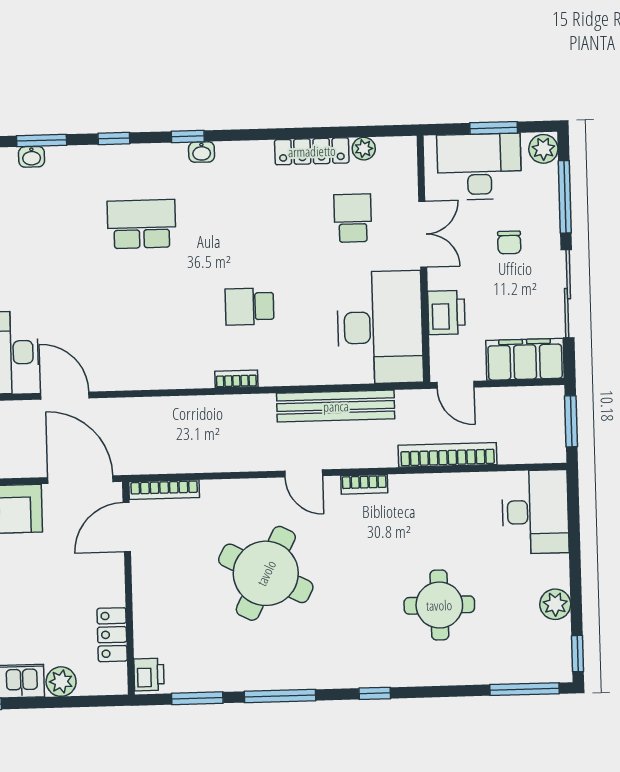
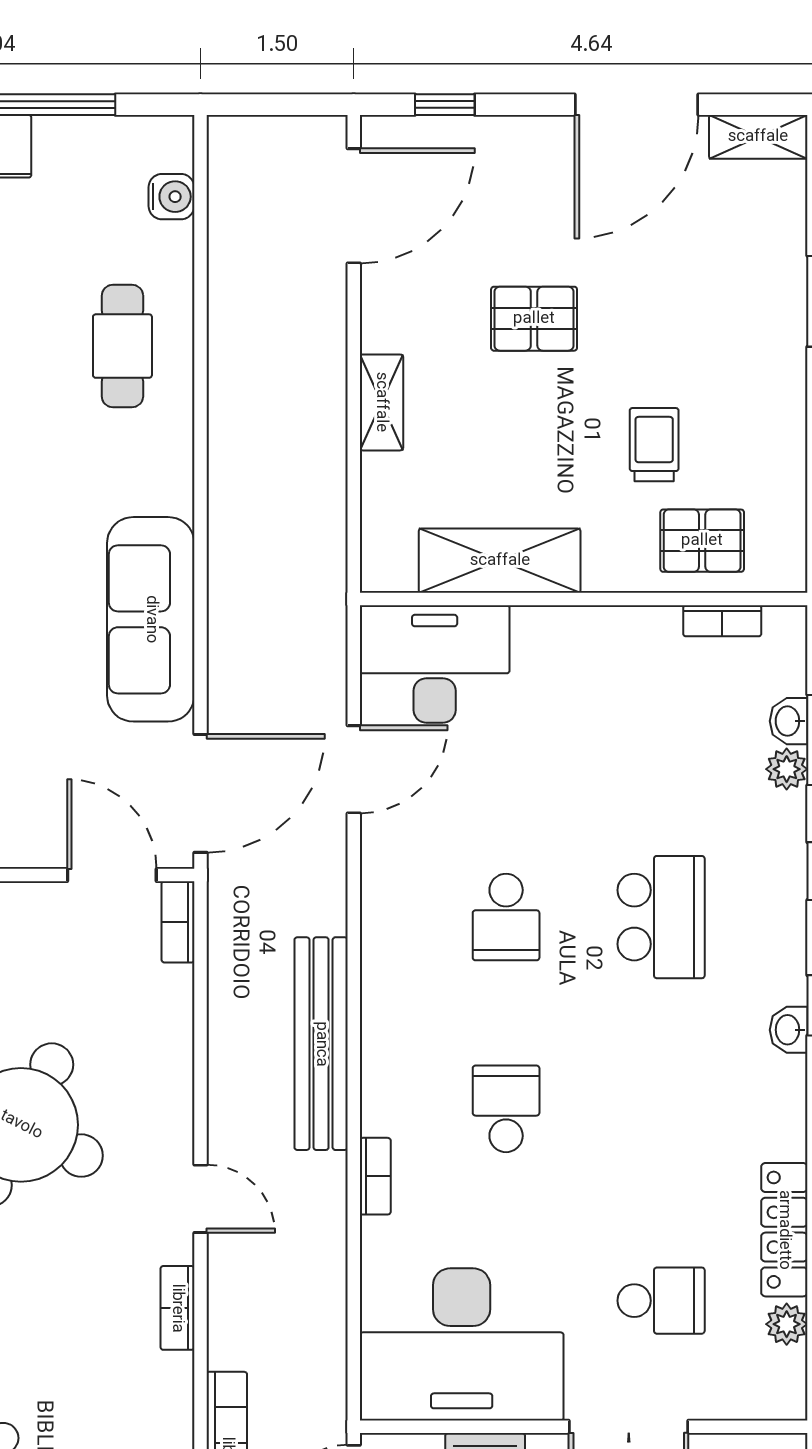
plant: (58, 157) -> (787, 769), added
school desk: (144, 309) -> (506, 917), added
bookcase: (236, 379) -> (375, 1176), moved
bench: (336, 406) -> (321, 1044), moved
door: (304, 473) -> (200, 1199), swing flipped
bookcase: (164, 490) -> (178, 922), width x0.64

